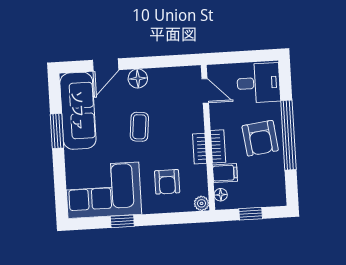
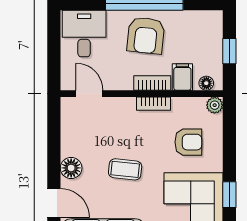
door: (205, 91) -> (89, 94), hinge flipped
armchair: (260, 138) -> (146, 35), turned 103

